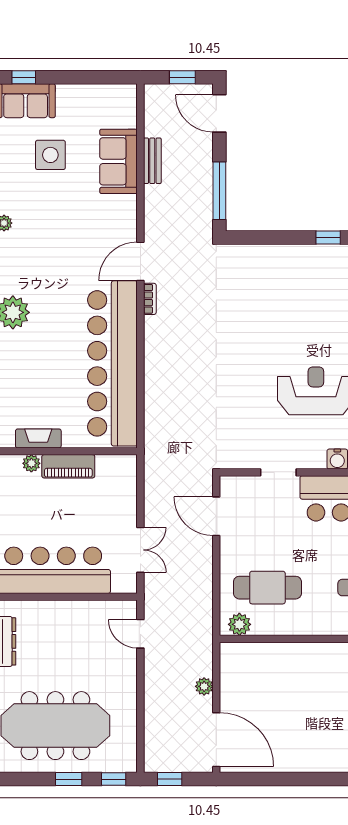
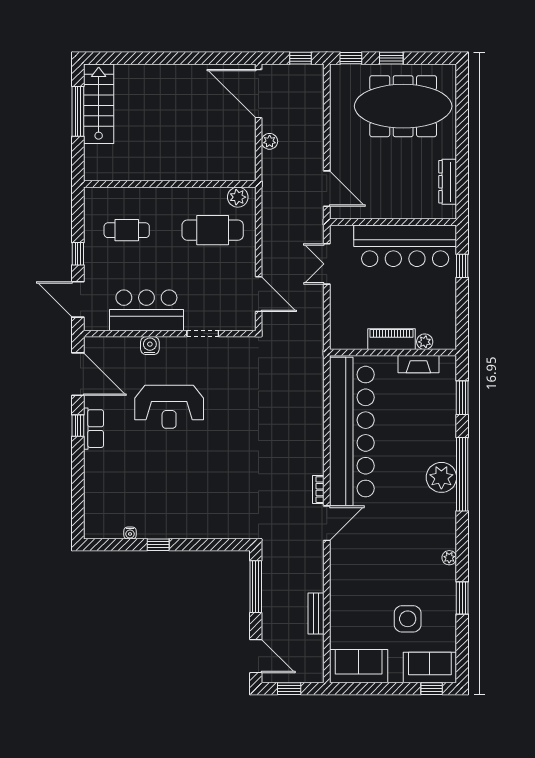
sofa: (118, 161) -> (359, 666), moved, turned -90
door: (140, 634) -> (327, 189), width x1.38

